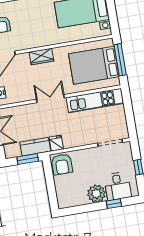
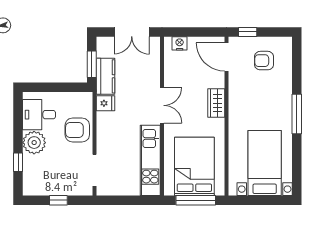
armchair: (62, 164) -> (77, 130), moved
desk: (118, 186) -> (39, 115), moved

